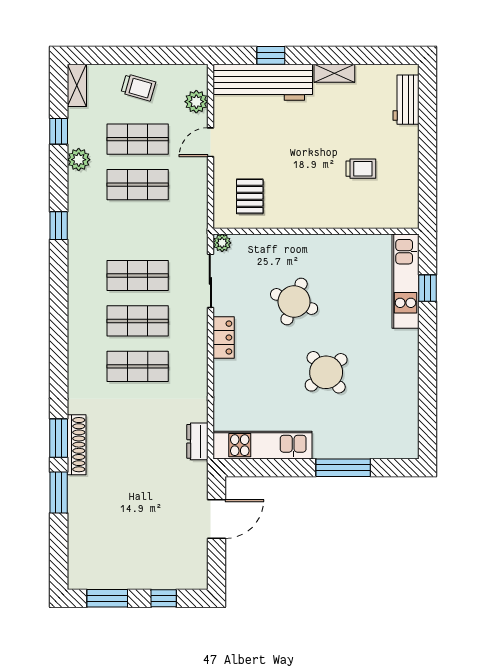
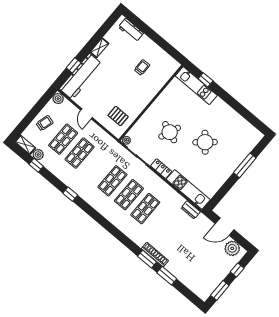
plant: (196, 102) -> (58, 99), moved
plant: (79, 160) -> (38, 155), moved
kitchen unit: (262, 445) -> (188, 189), moved, turned 90
door: (217, 519) -> (225, 227), swing flipped
plant: (192, 561) -> (232, 248), added

